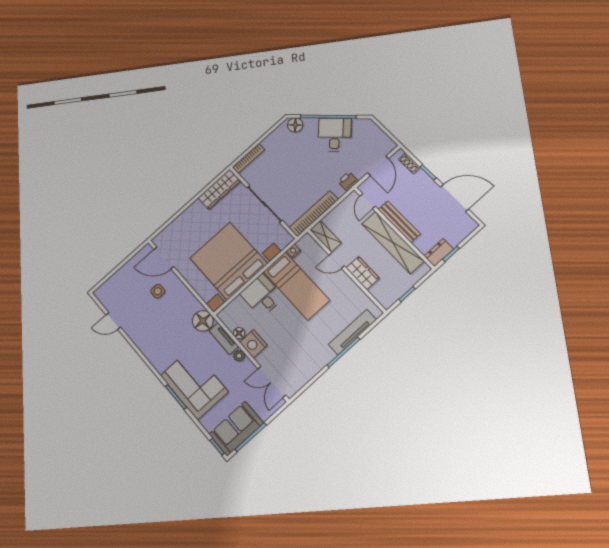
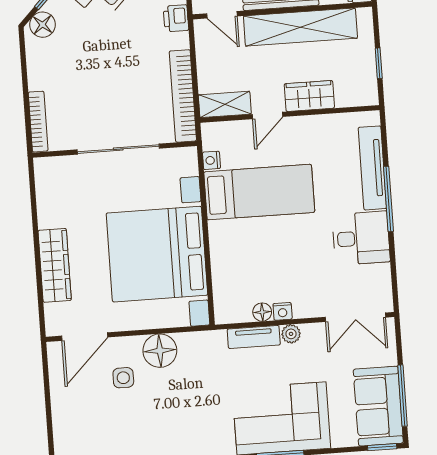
wardrobe: (219, 189) -> (55, 265), moved
desk: (262, 295) -> (361, 238), moved, turned 180
floor lamp: (203, 321) -> (160, 351), moved
nightstand: (253, 344) -> (283, 311), width x0.53, depth x0.56

